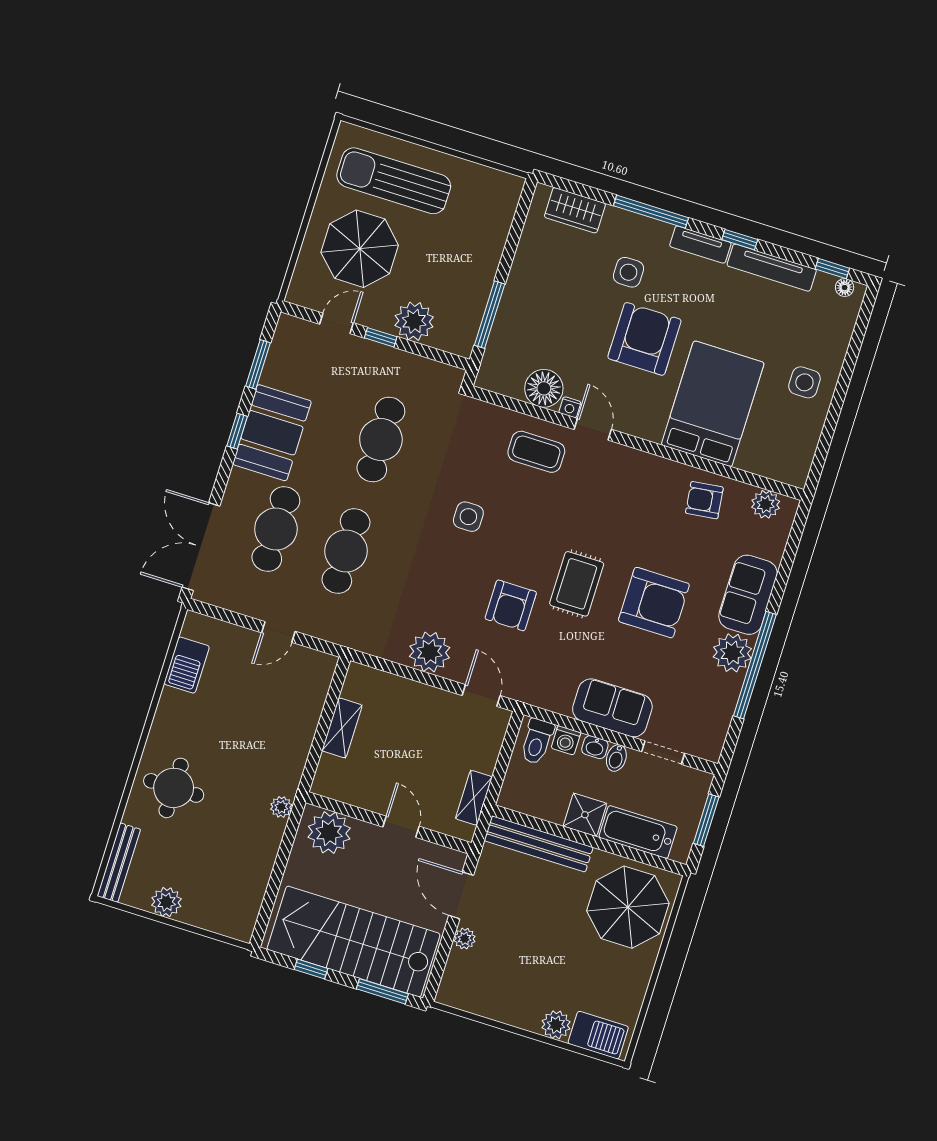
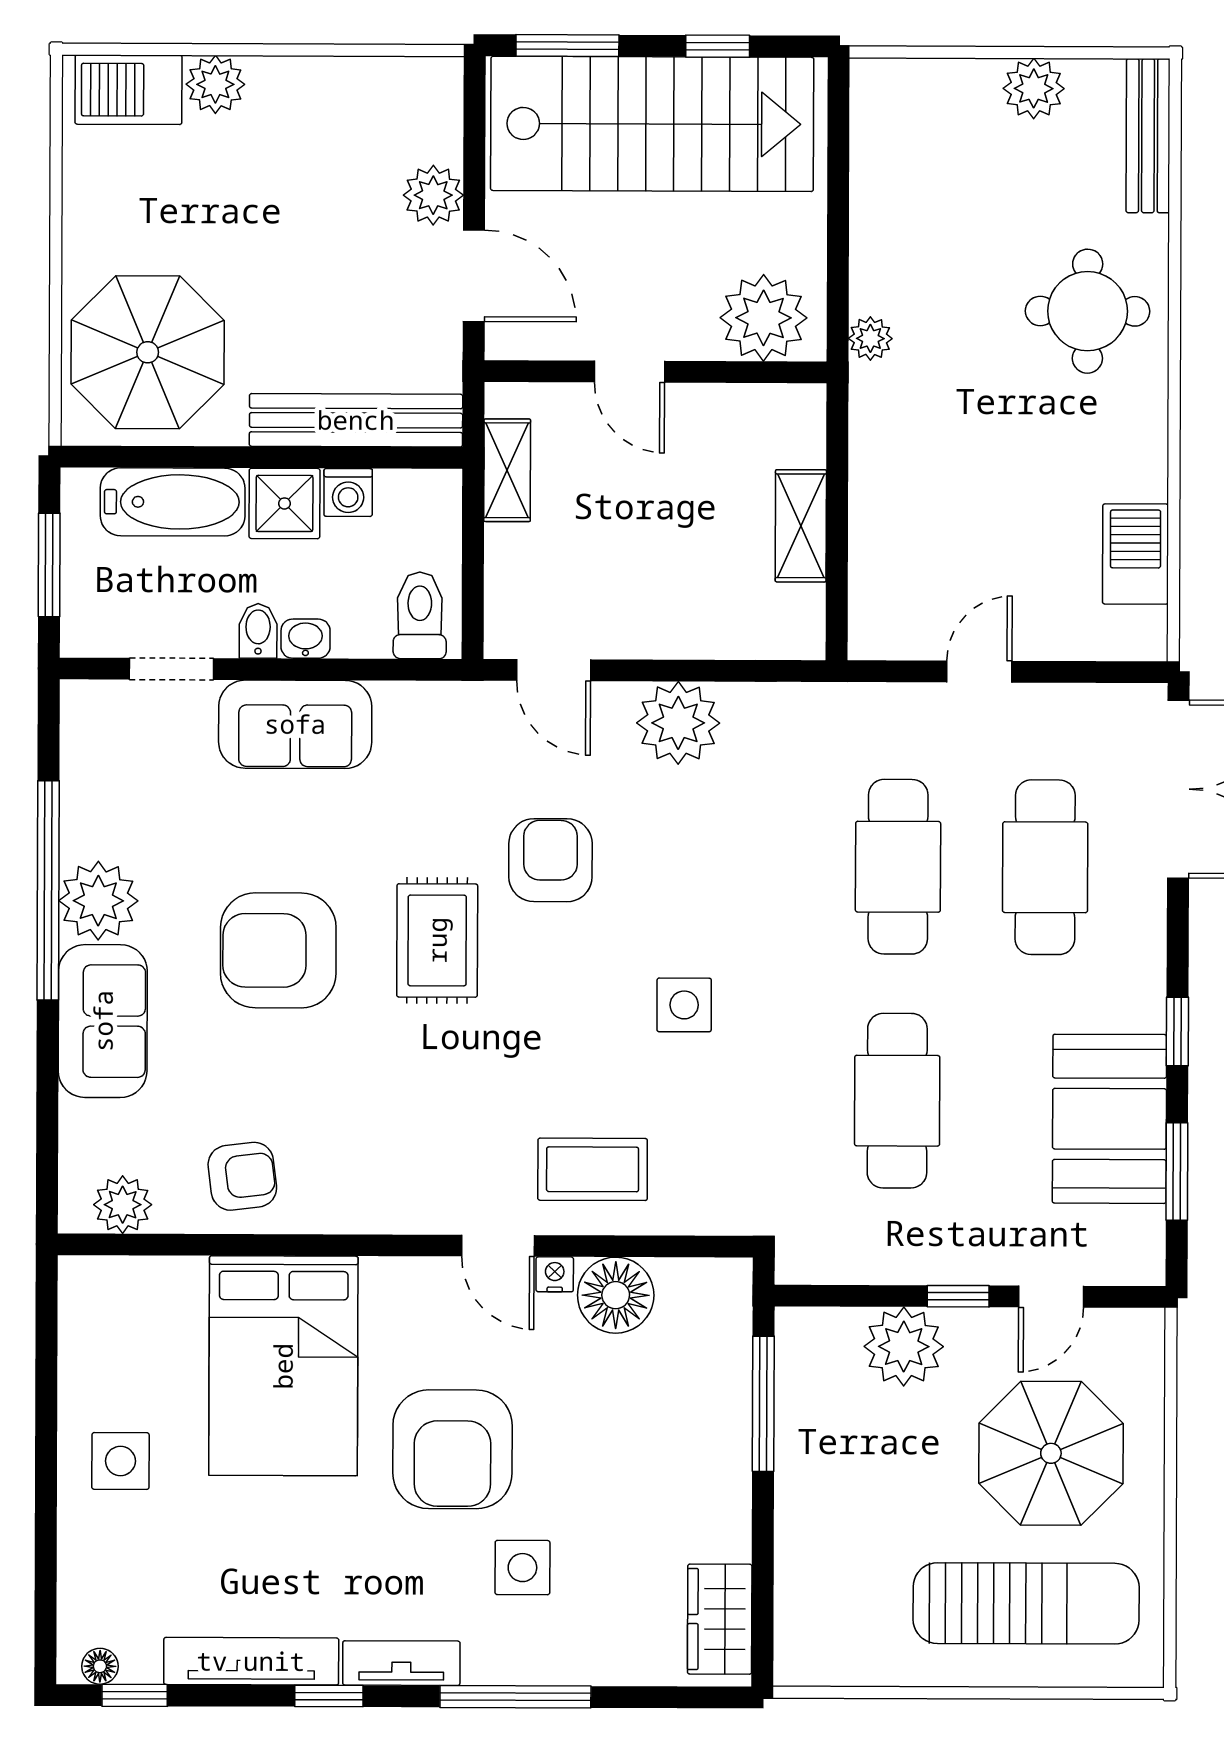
wardrobe: (575, 210) -> (720, 1619), moved, turned -90
booth: (272, 433) -> (1109, 1119), moved
washing machine: (566, 740) -> (348, 492), moved, turned 180
plant: (465, 939) -> (433, 195), width x1.38, depth x1.38

